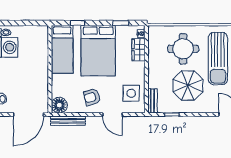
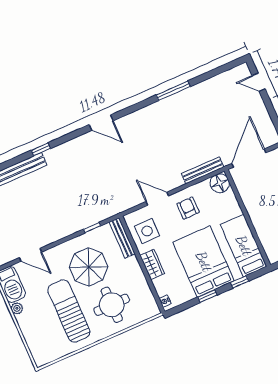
window: (121, 23) -> (207, 296), moved
wardrobe: (138, 50) -> (152, 264), moved
armchair: (92, 97) -> (188, 208), turned -74
bench: (152, 101) -> (122, 238), width x1.36

